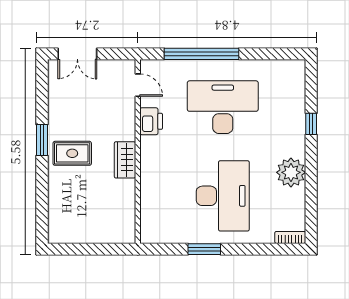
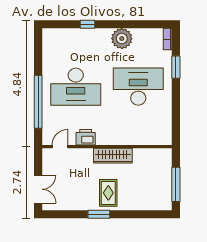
desk: (223, 107) -> (76, 87), turned -90
wardrobe: (125, 160) -> (113, 156), width x1.50
window: (84, 249) -> (176, 184), added
window: (204, 249) -> (176, 67), moved

